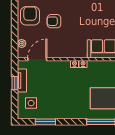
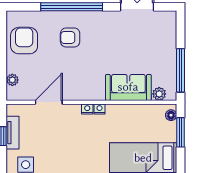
armchair: (54, 21) -> (70, 37), moved
door: (37, 59) -> (49, 102), moved

